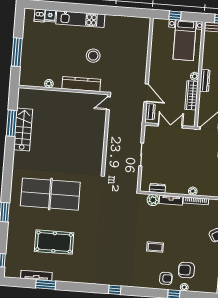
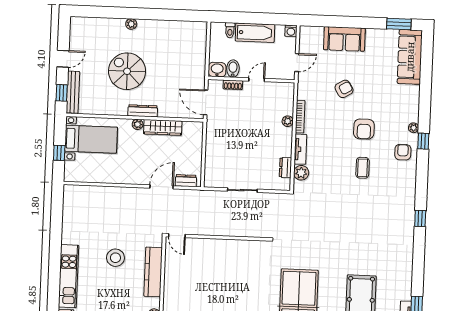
double door: (170, 126) -> (204, 154), removed
armchair: (186, 270) -> (364, 129), moved

